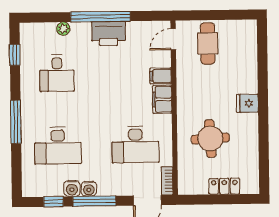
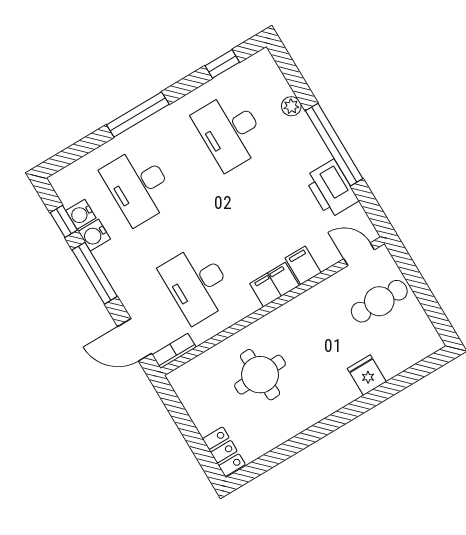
printer: (108, 34) -> (331, 189), moved
desk: (57, 73) -> (230, 131), width x1.37
fridge: (247, 103) -> (367, 375), moved
locker: (224, 186) -> (224, 452), moved
water cooler: (89, 189) -> (81, 214), moved

